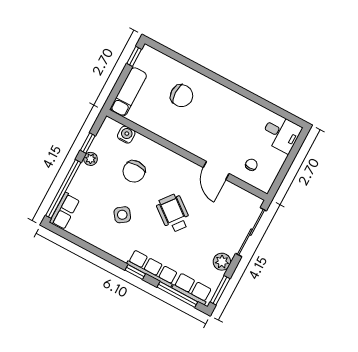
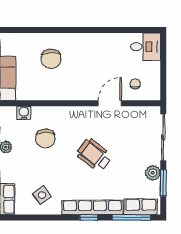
chair: (182, 96) -> (51, 59), turned 90
door: (216, 170) -> (110, 103), swing flipped
side table: (122, 215) -> (42, 195), moved
row of seats: (152, 268) -> (92, 207), width x1.36
window: (220, 290) -> (163, 183), moved

